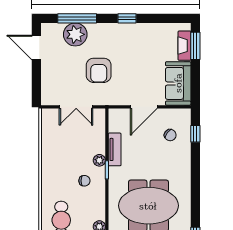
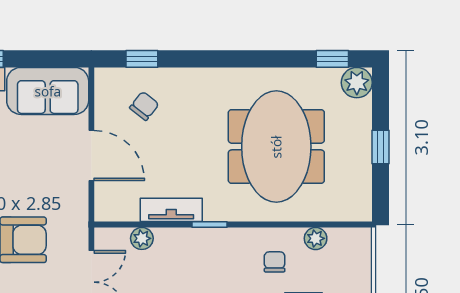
plant: (99, 160) -> (142, 238), moved
chair: (84, 181) -> (275, 262), moved

